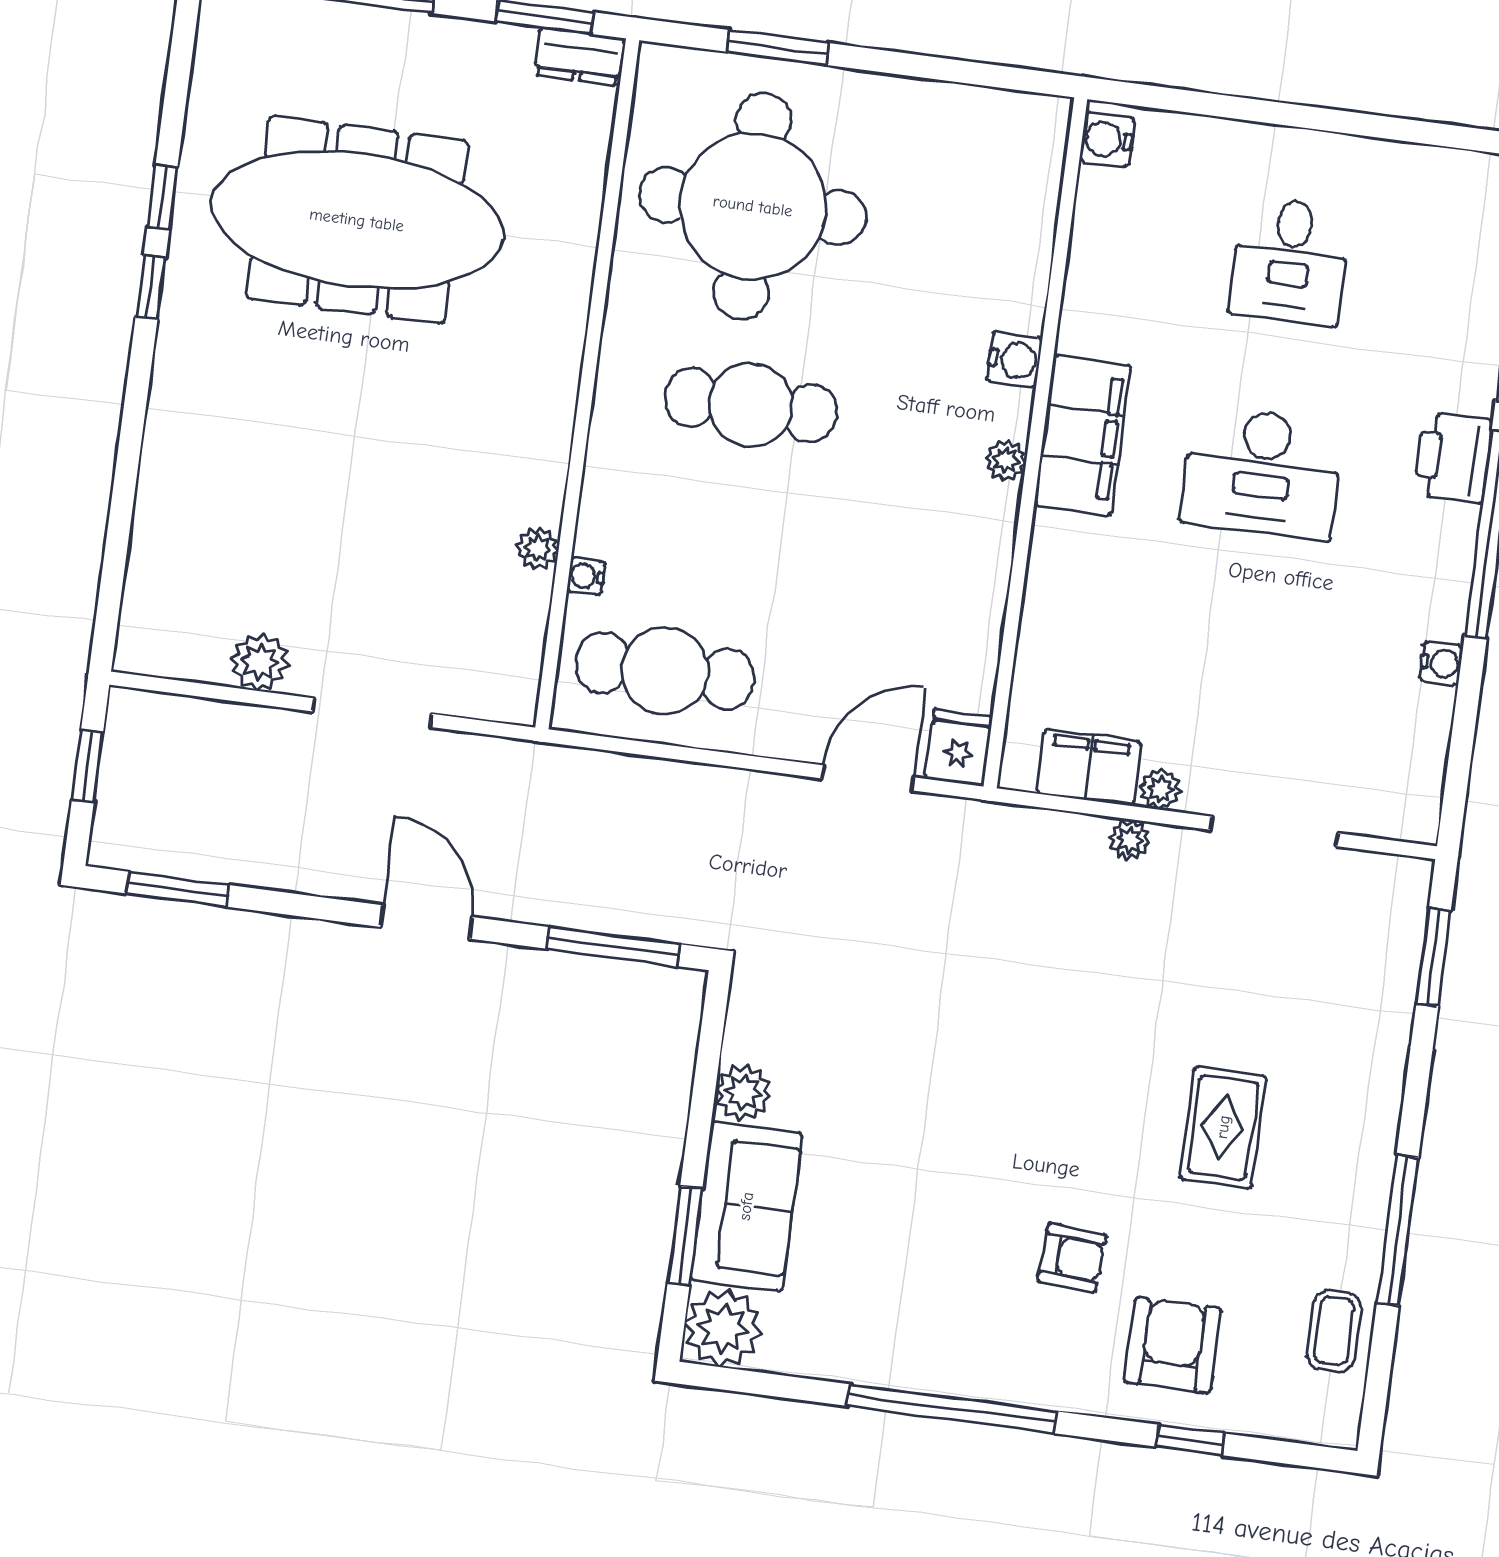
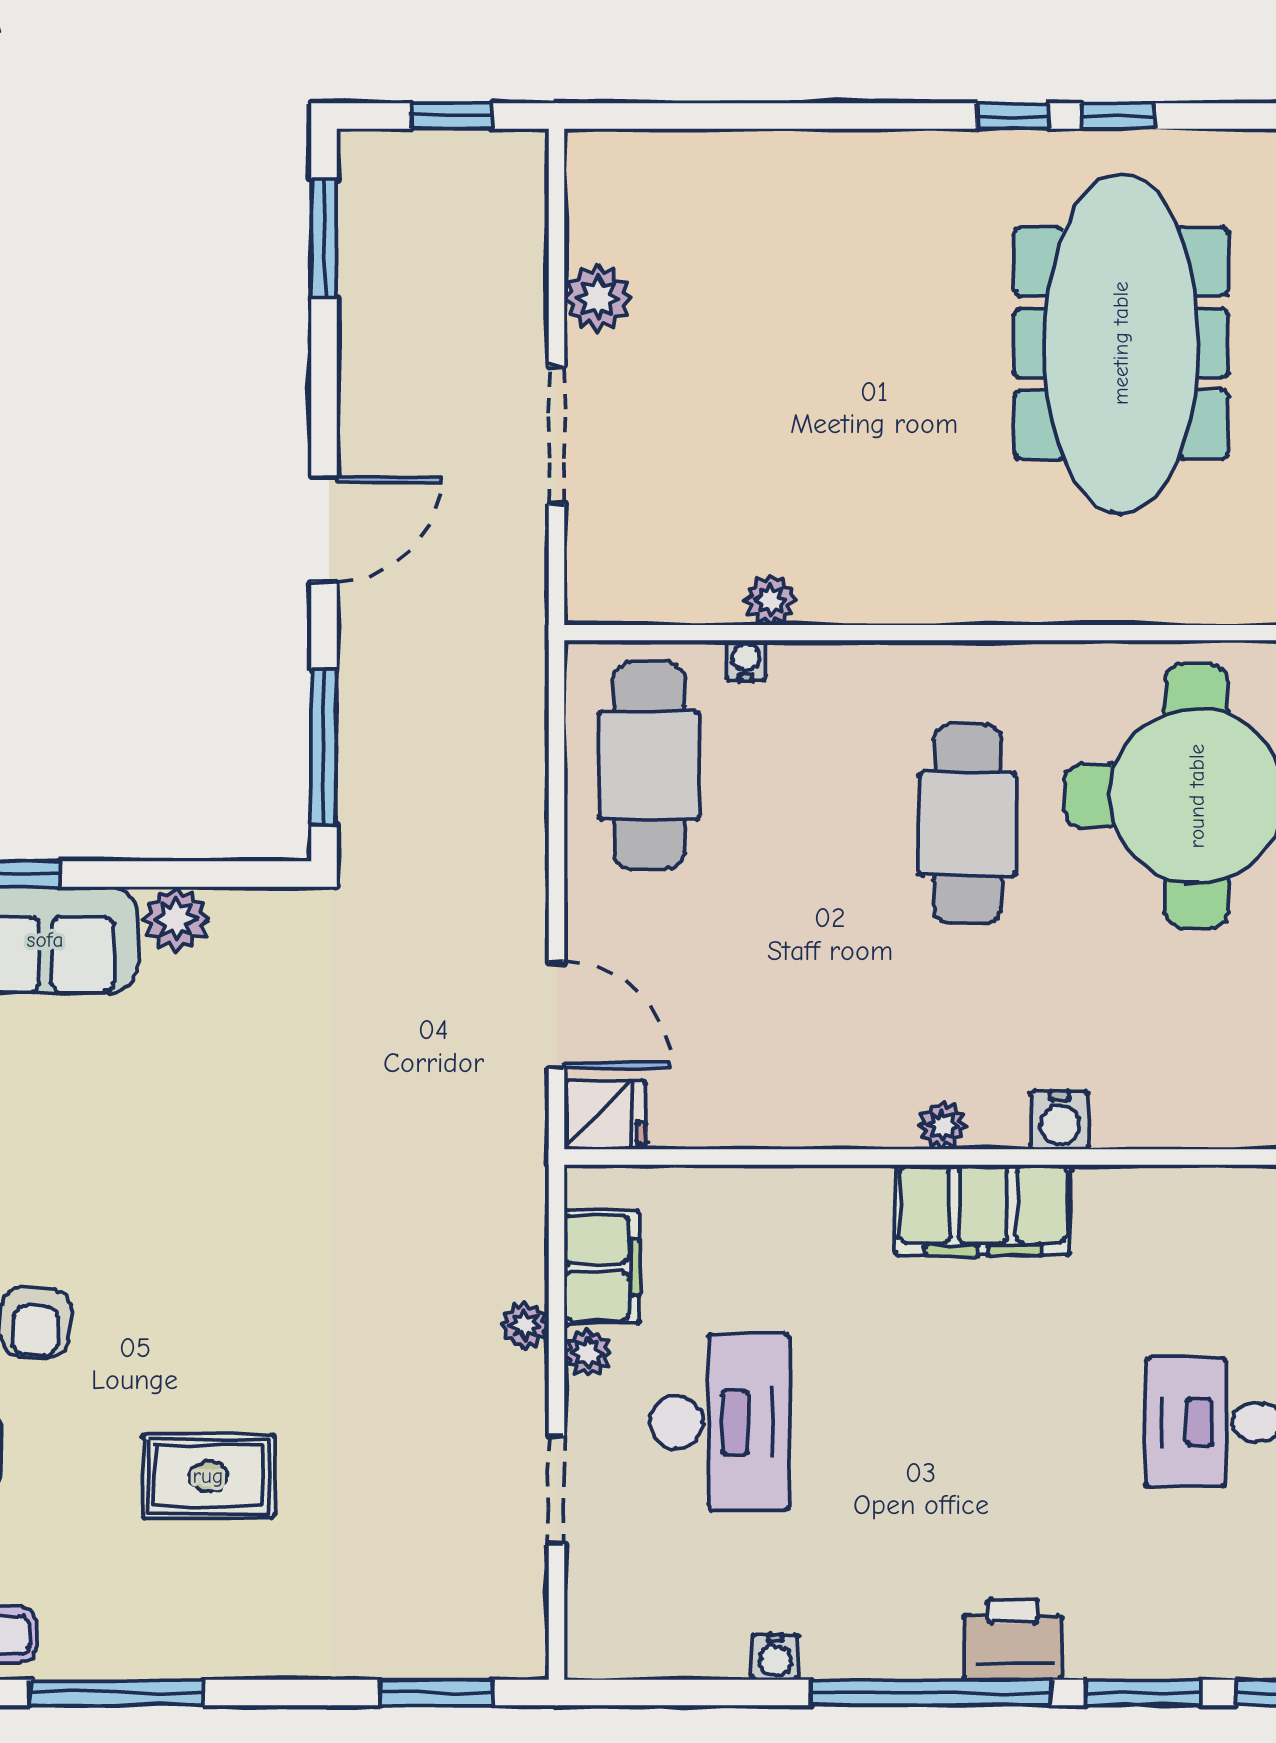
desk: (1262, 473) -> (720, 1422), moved, turned 180
doorway: (1274, 831) -> (557, 1490), width x0.73

